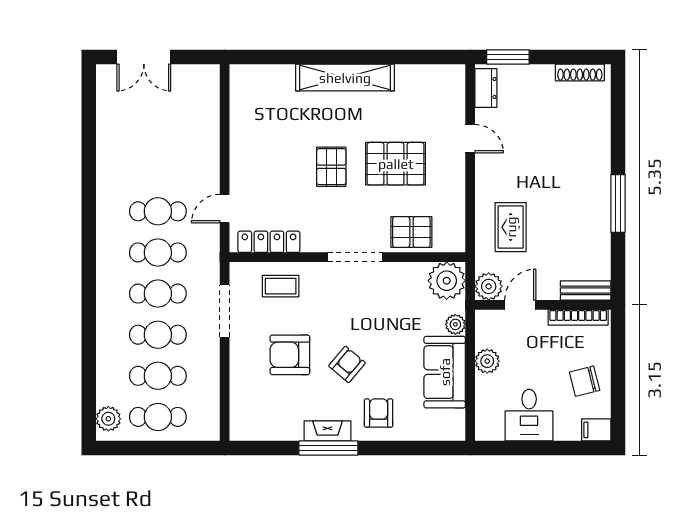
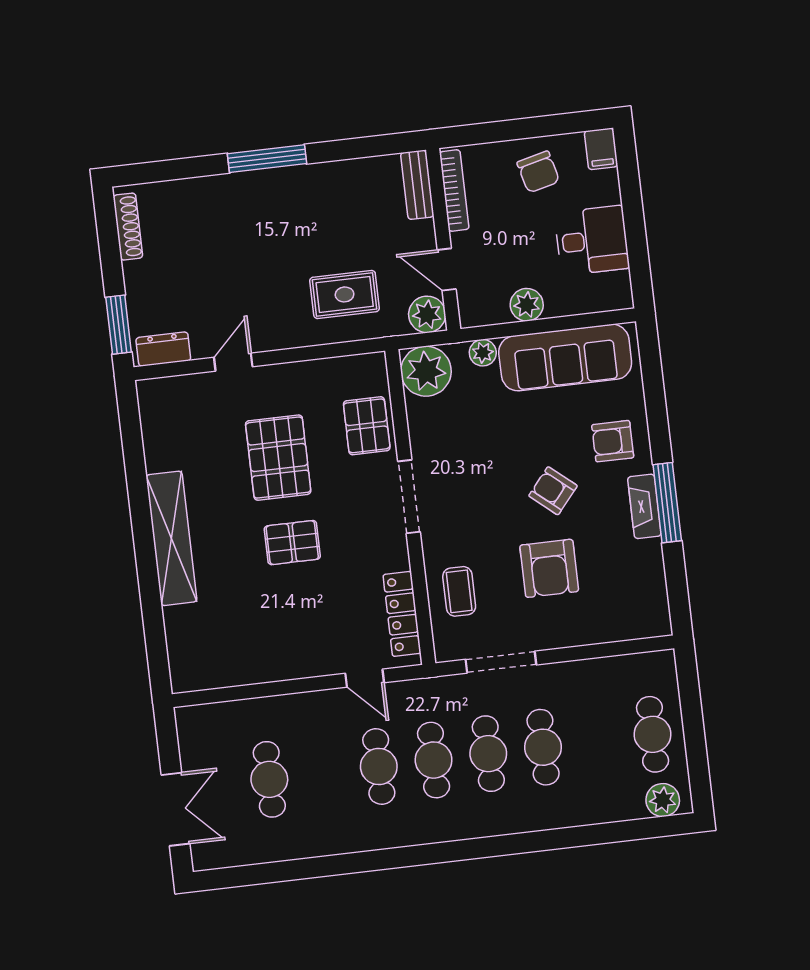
window: (618, 203) -> (267, 159), moved
sofa: (445, 372) -> (565, 358), width x1.36
cafe table: (158, 376) -> (269, 779), moved

